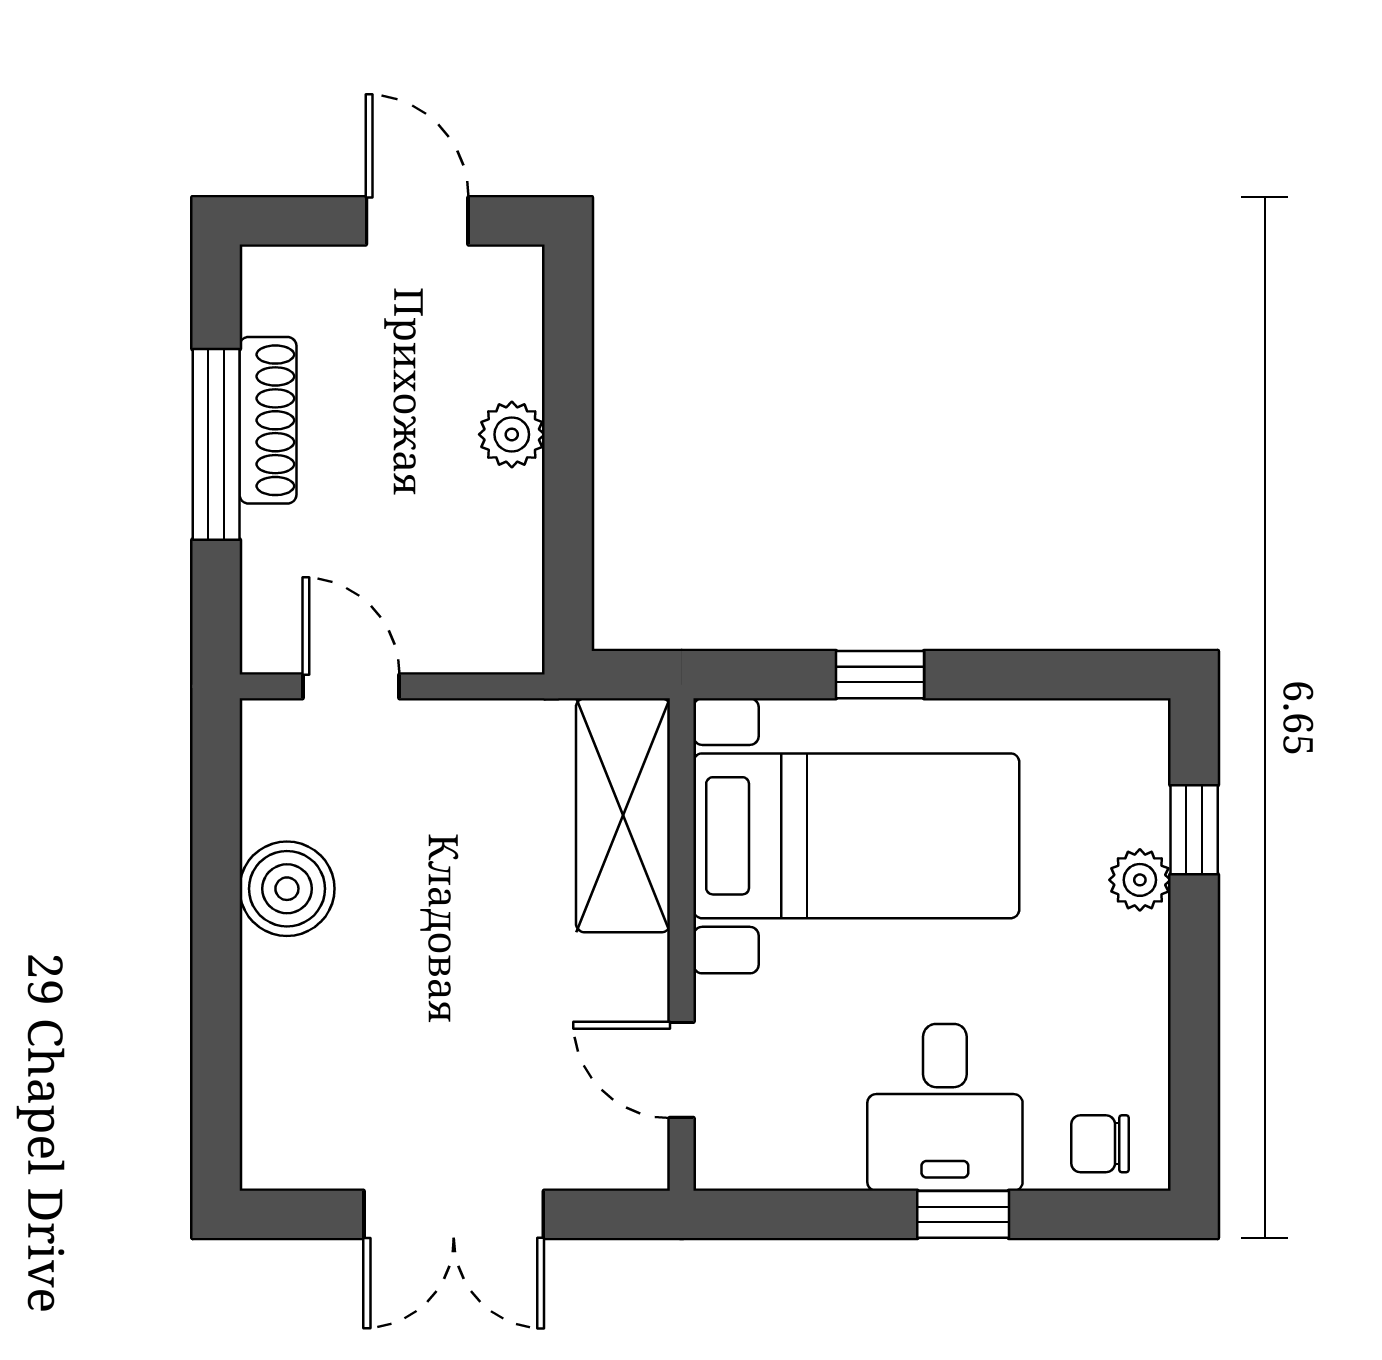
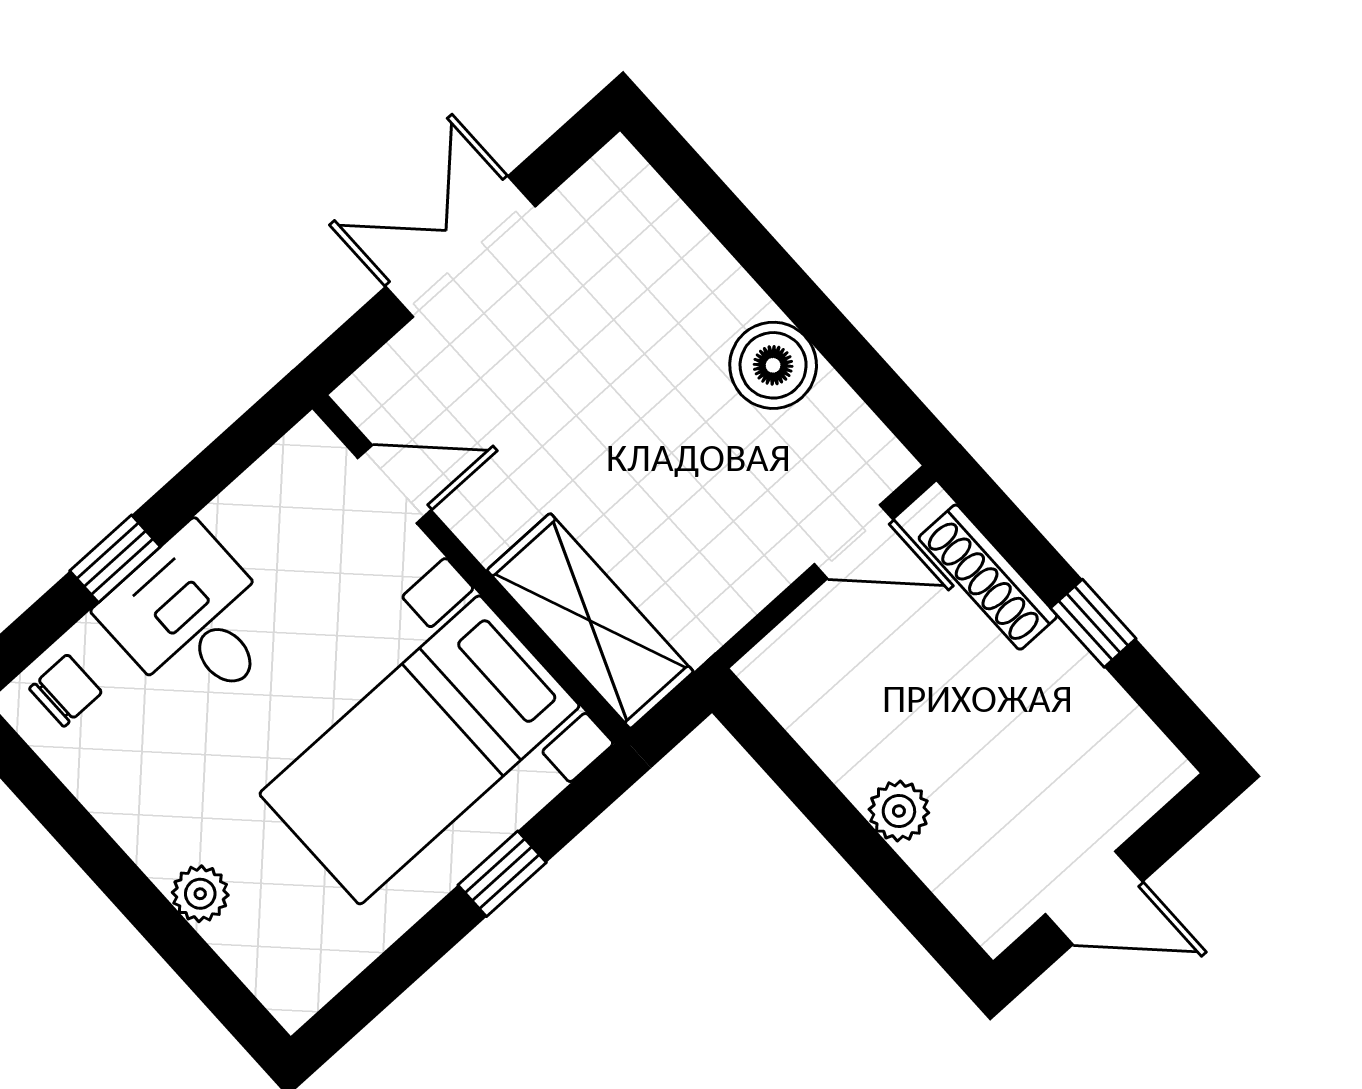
shoe rack: (268, 420) -> (988, 577), moved
window: (216, 444) -> (1093, 623), width x0.46
window: (1194, 830) -> (194, 961), removed

